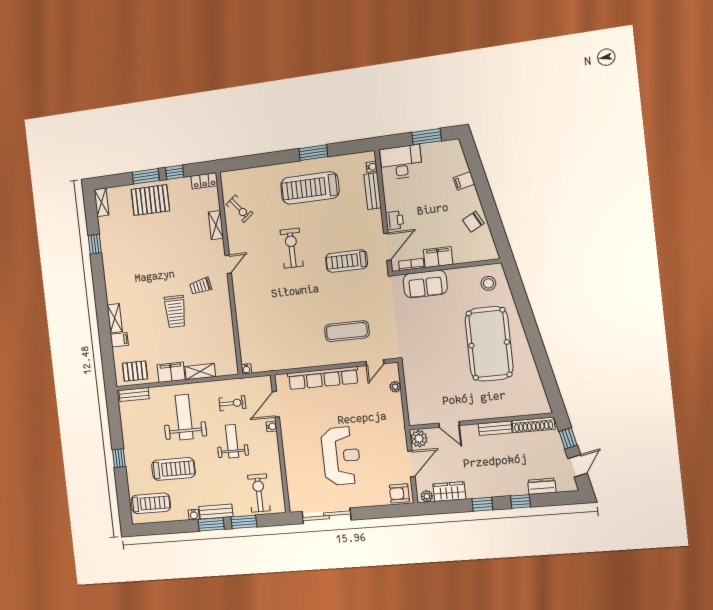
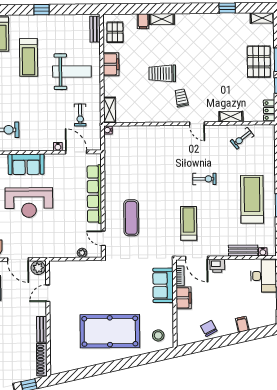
exercise bike: (292, 248) -> (204, 179), width x0.73, depth x0.72
shelving: (200, 372) -> (109, 110), moved
weight bench: (232, 441) -> (48, 111), removed
sofa: (296, 463) -> (26, 164), added

